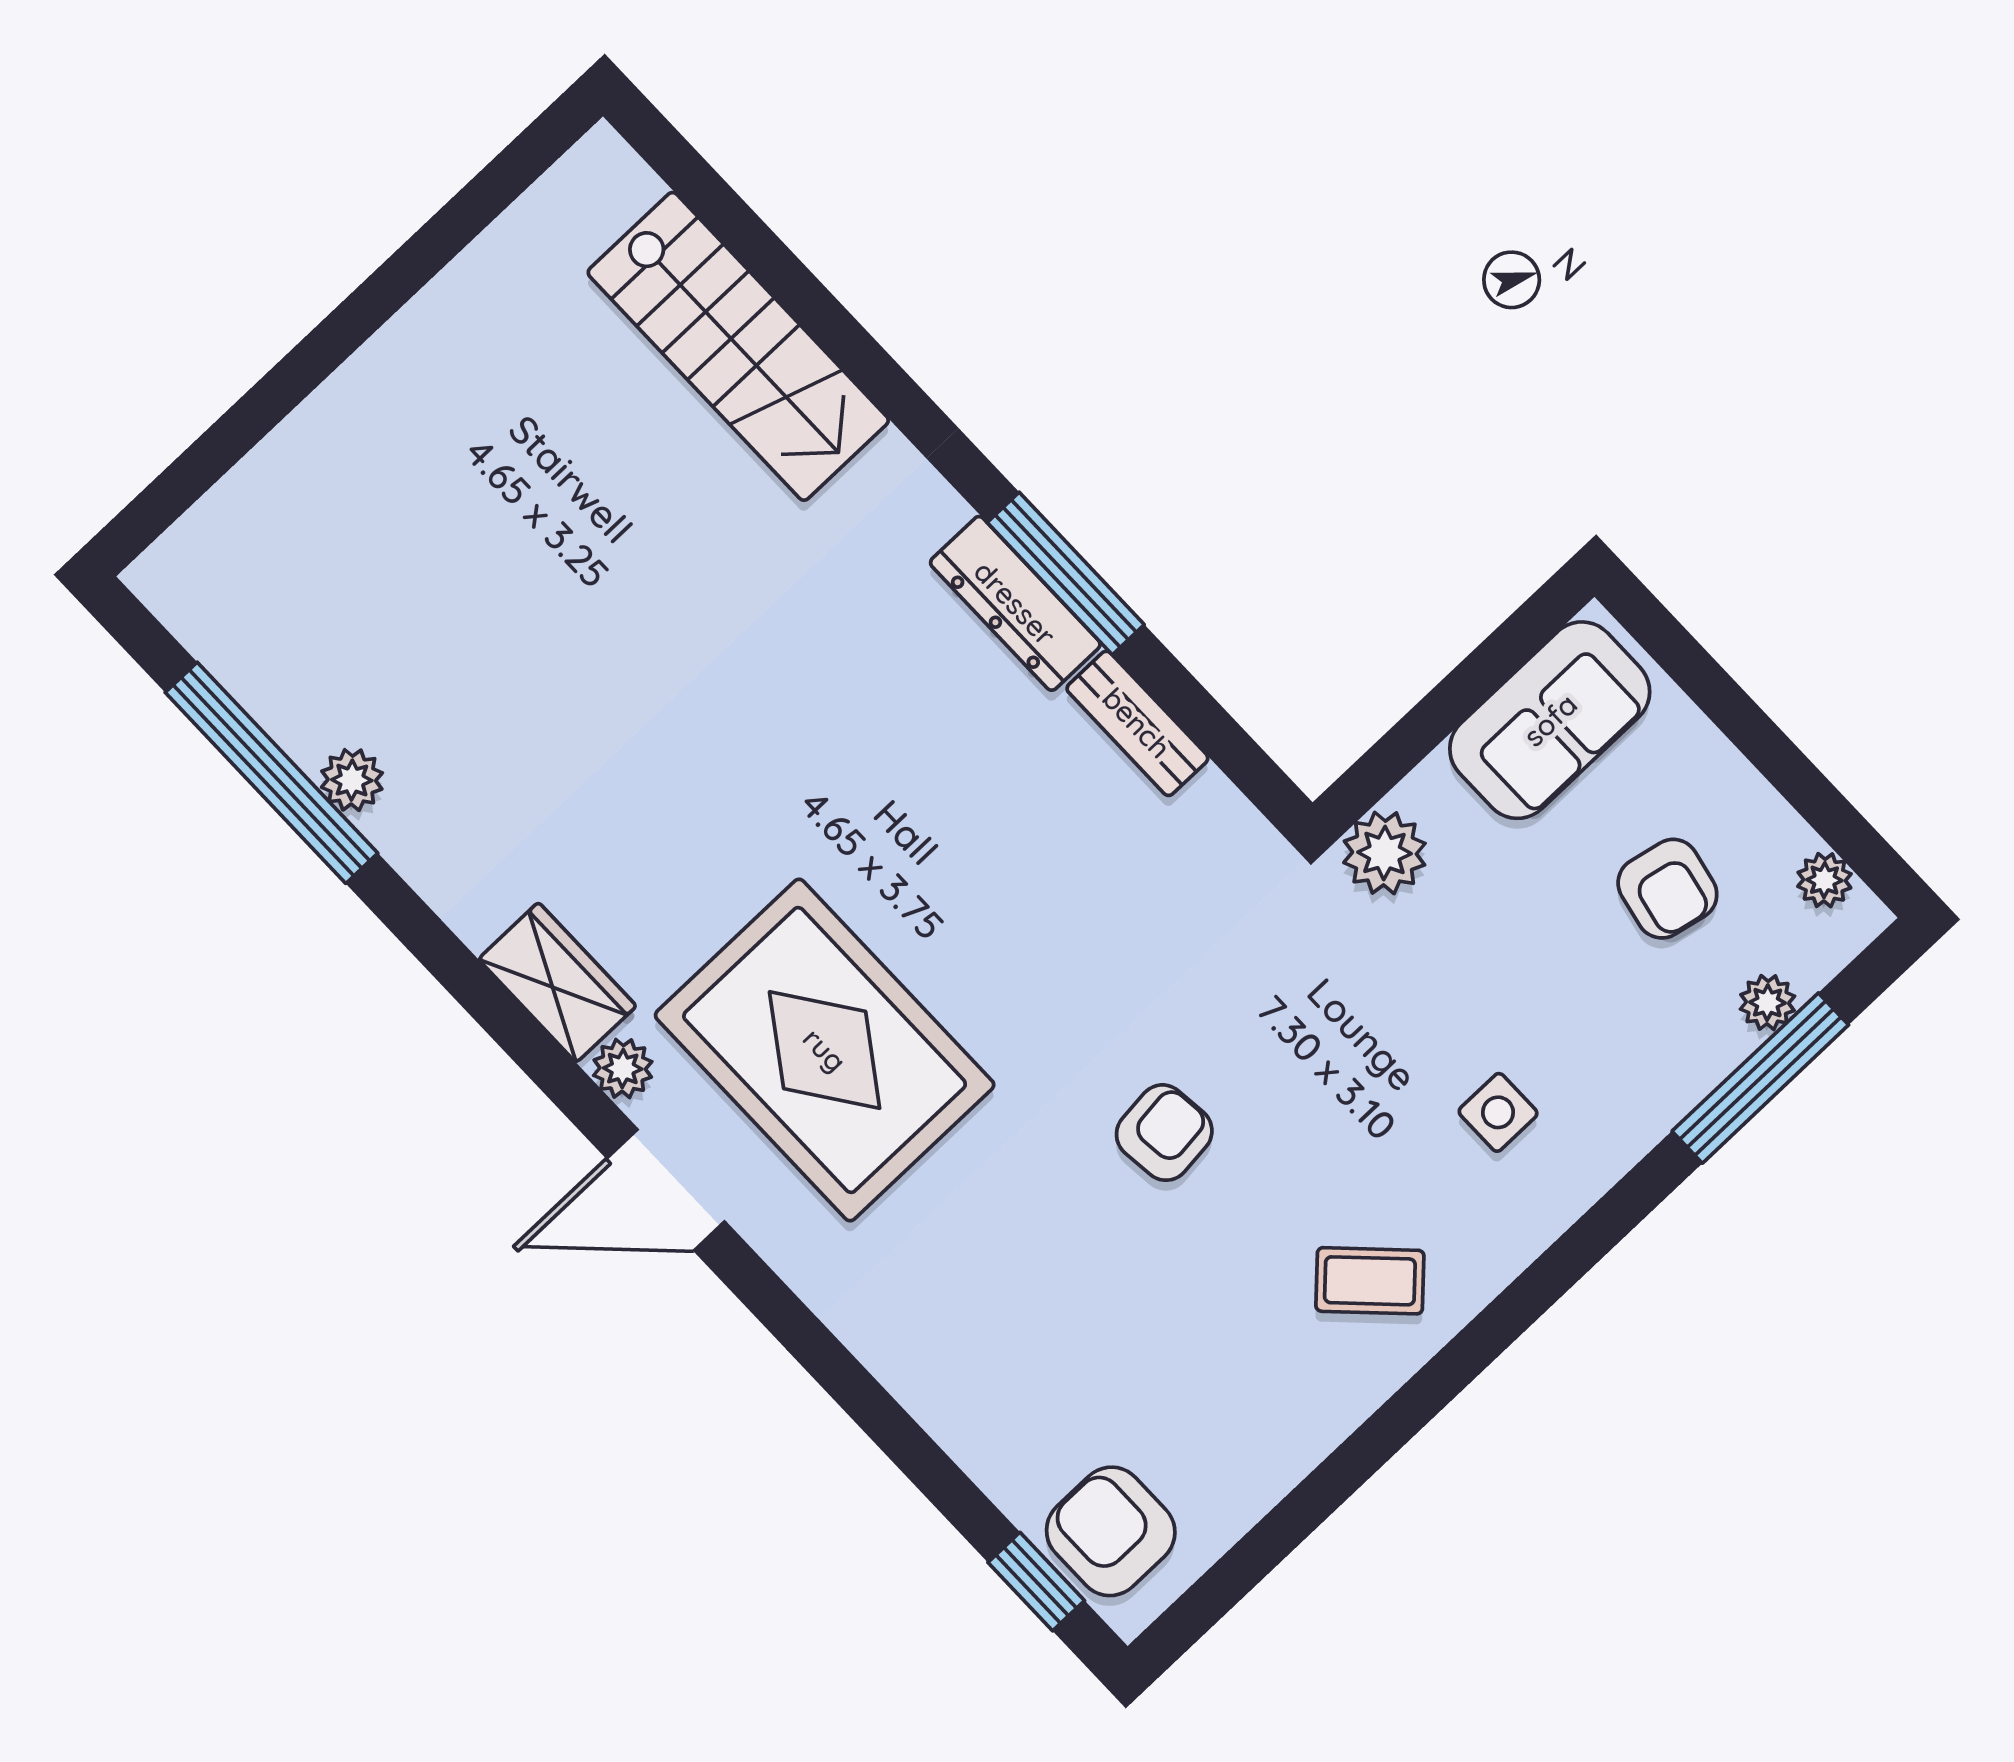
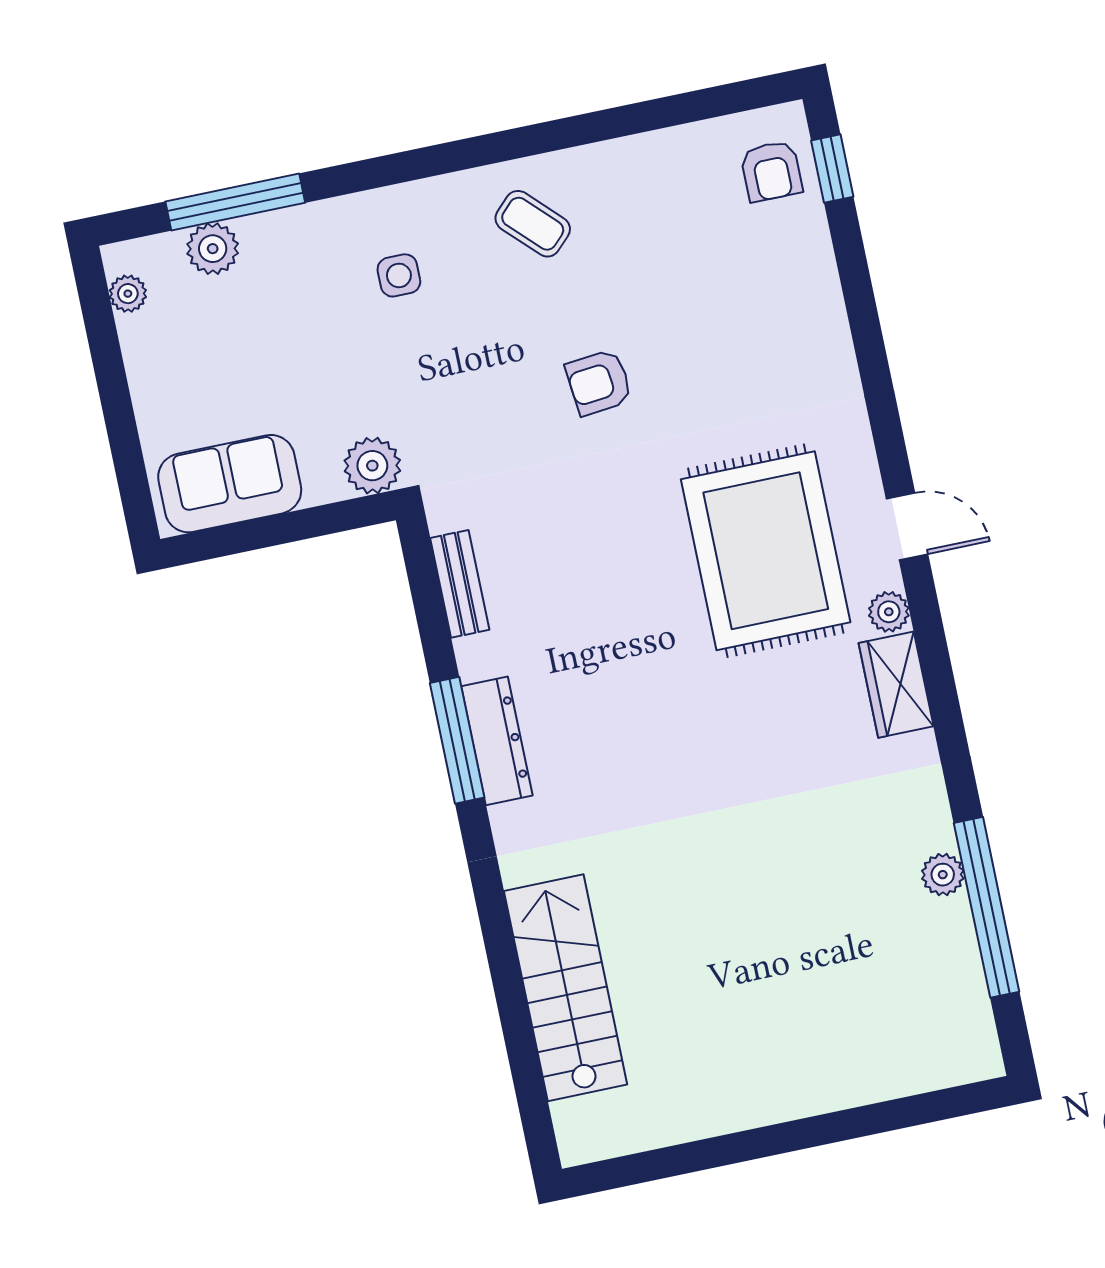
bench: (1137, 723) -> (460, 584), moved
armchair: (1667, 889) -> (222, 344), removed
plant: (1767, 1003) -> (213, 249), width x1.38, depth x1.38
door: (666, 1190) -> (907, 526), width x0.73
armchair: (1111, 1531) -> (771, 171), width x0.72, depth x0.72

